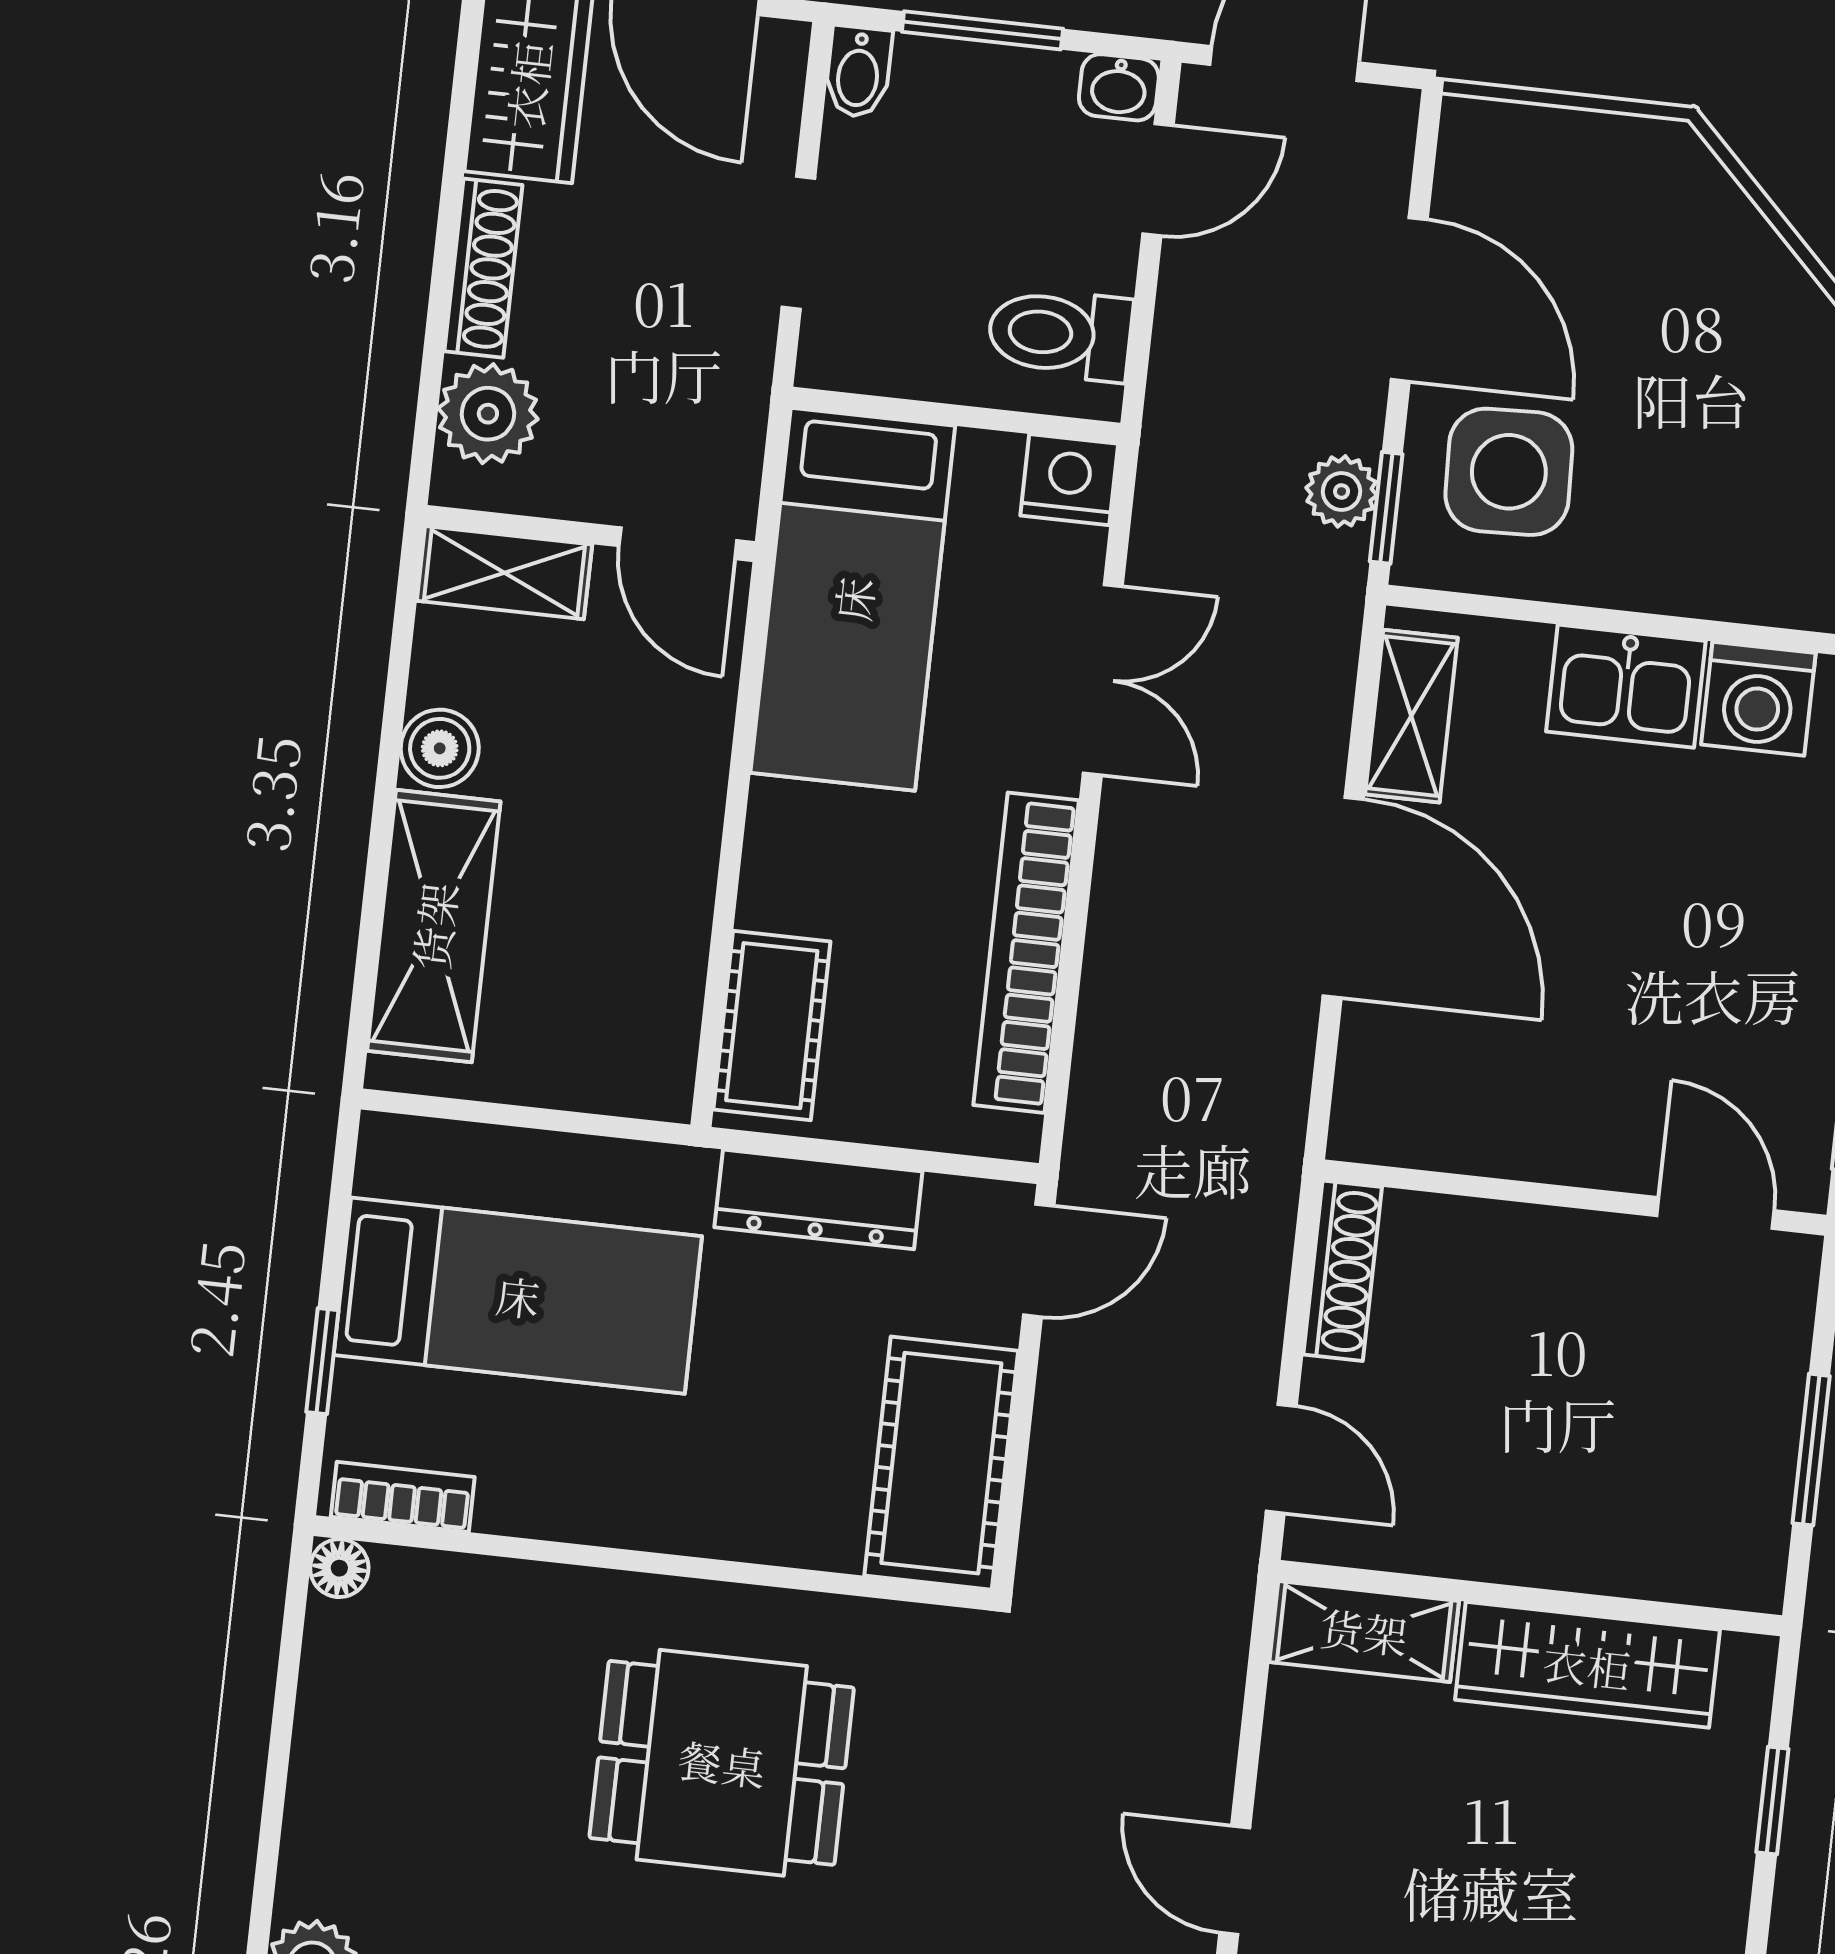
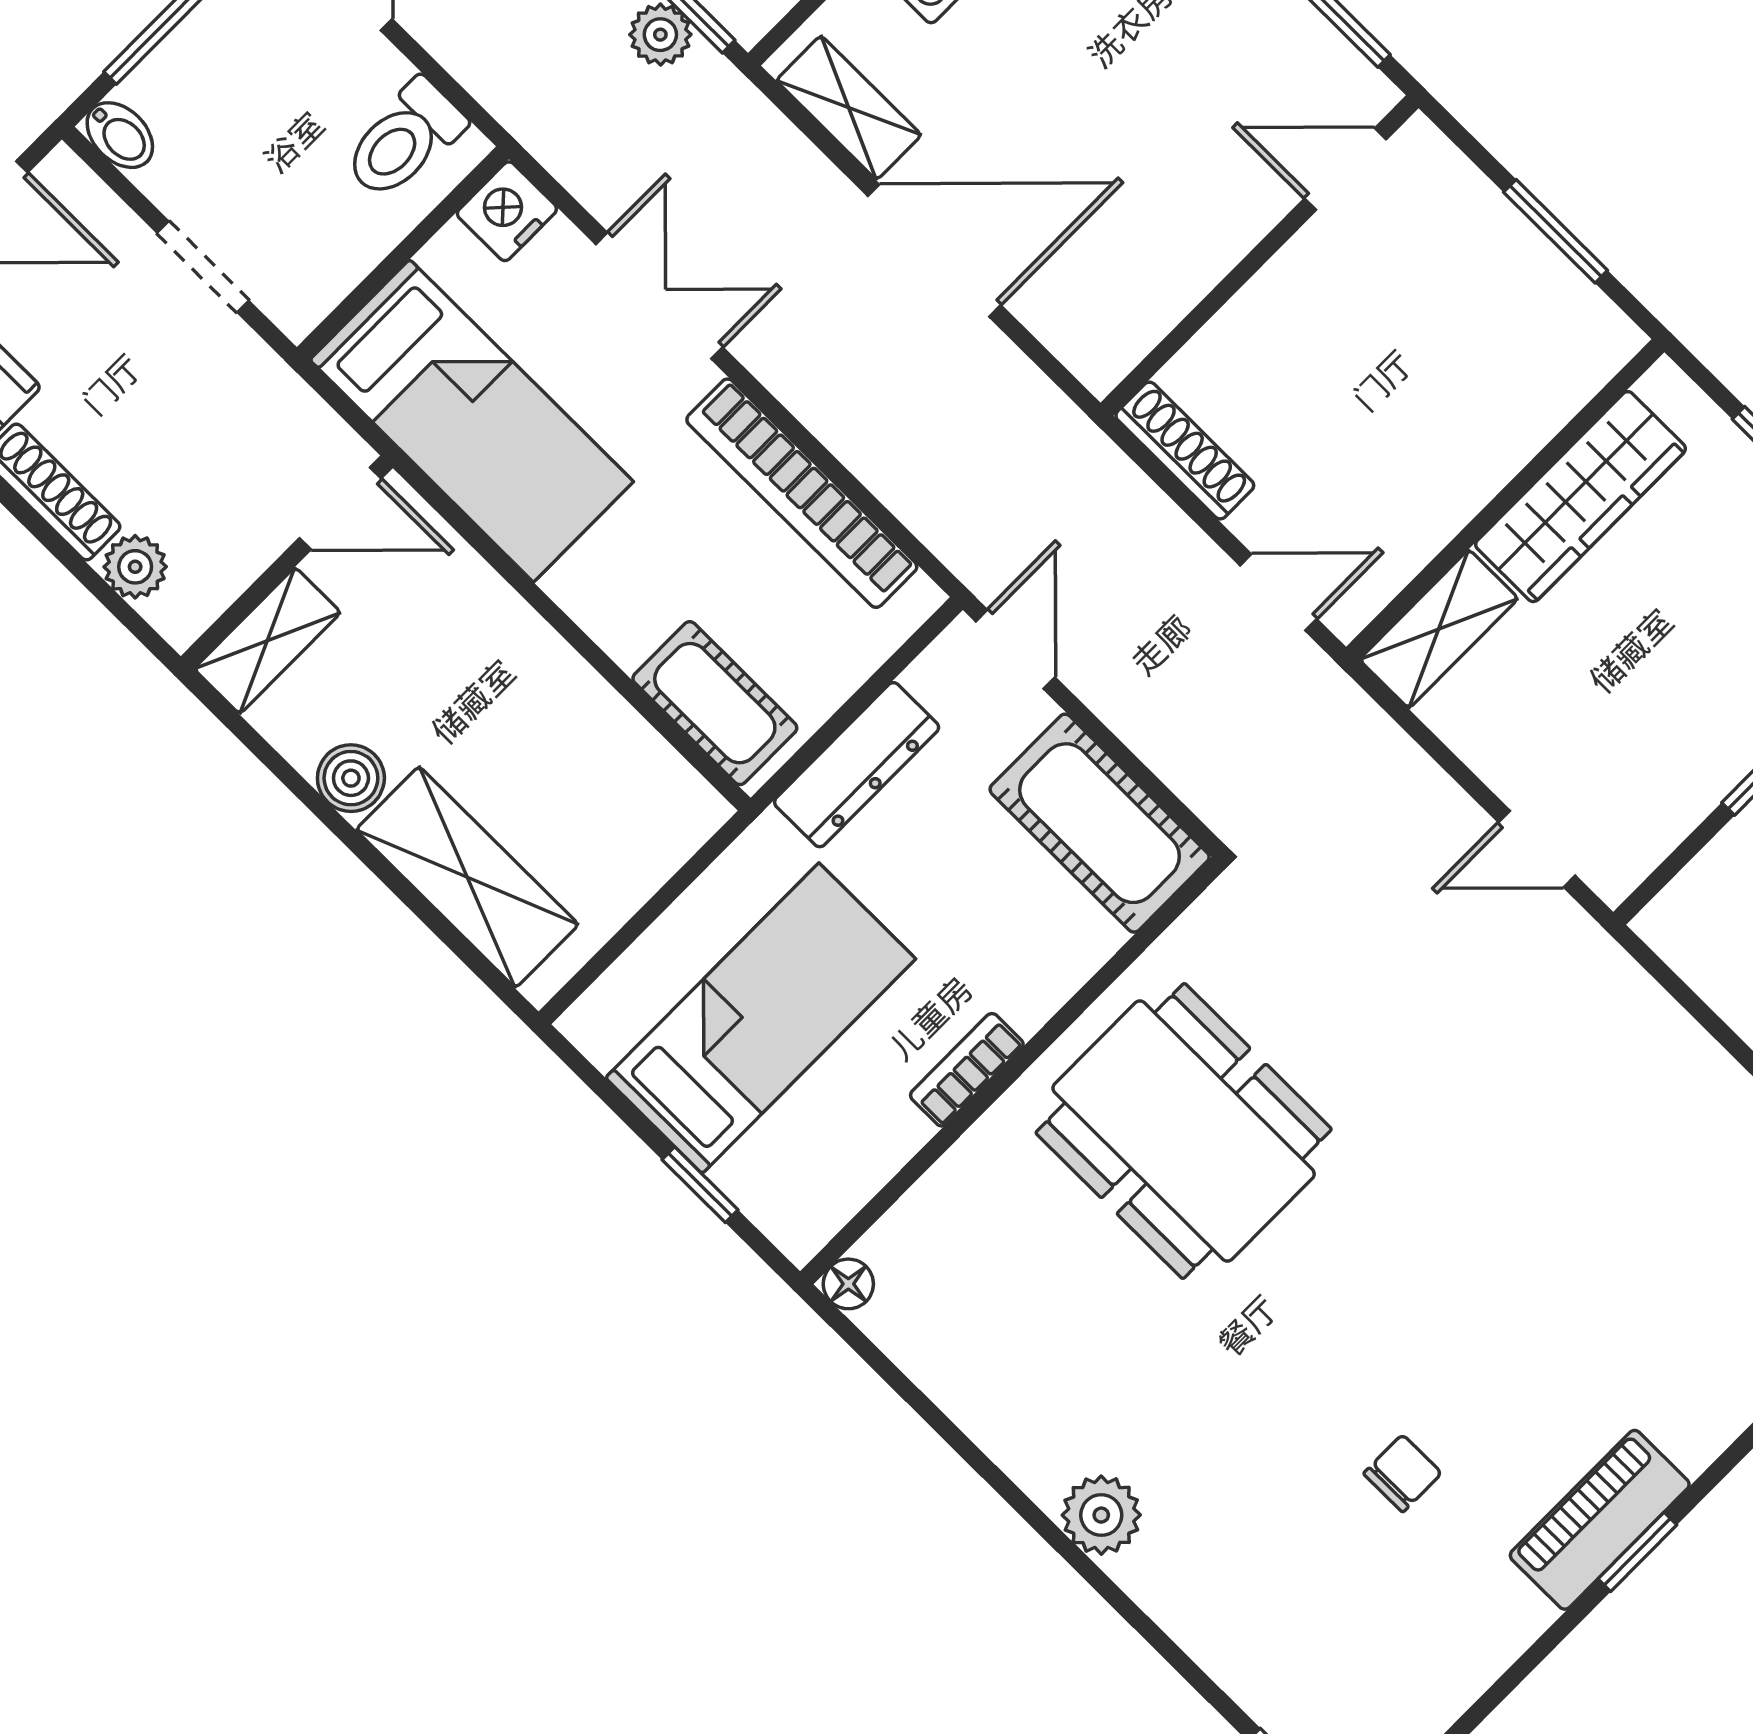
plant: (488, 414) -> (135, 567), width x0.73, depth x0.73
bookcase: (403, 1497) -> (967, 1070), moved
dining table: (722, 1763) -> (1184, 1131), width x1.37

